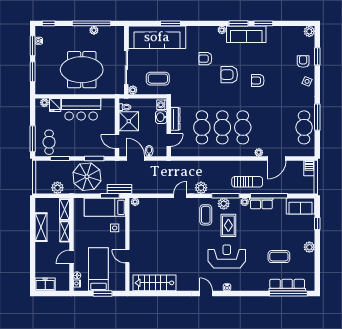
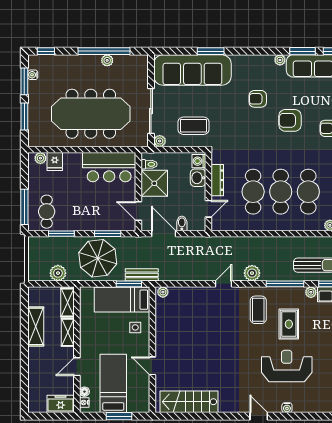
meeting table: (82, 70) -> (91, 114), width x1.36
bar counter: (81, 109) -> (109, 167), moved
plant: (224, 204) -> (282, 295), removed
freezer: (45, 284) -> (61, 404), moved

